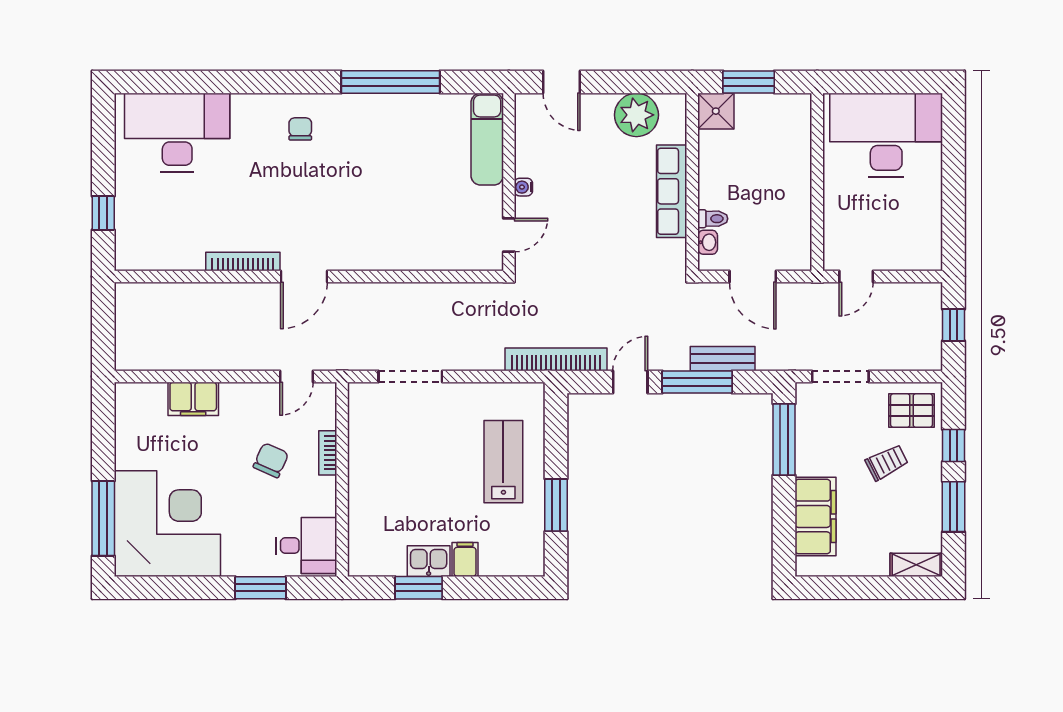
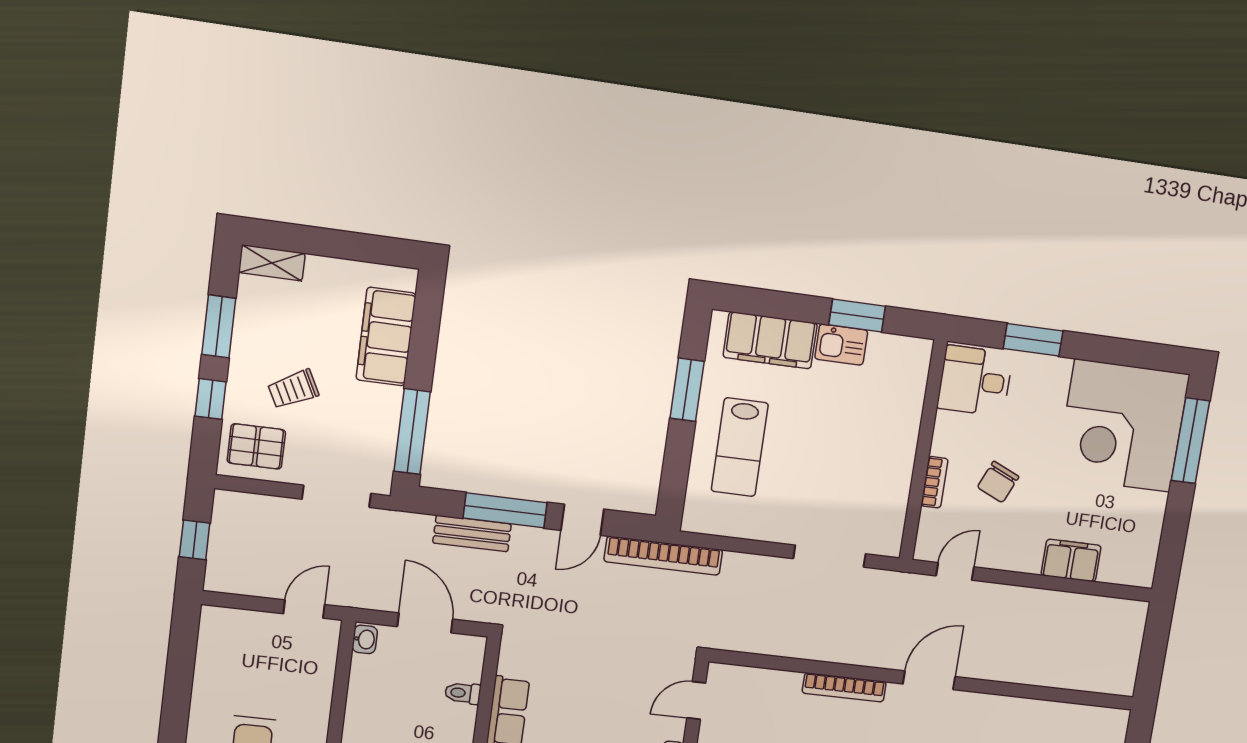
washbasin: (708, 242) -> (365, 639), moved, turned 180
bookcase: (243, 261) -> (844, 687), moved
filing cabinet: (465, 559) -> (770, 340), width x3.00, depth x1.17

